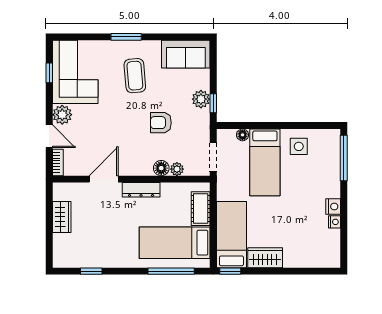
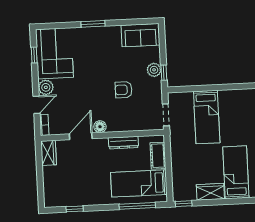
coffee table: (135, 76) -> (101, 54), removed
floor lamp: (243, 135) -> (188, 96), removed
door: (49, 136) -> (36, 105), hinge flipped
side table: (299, 146) -> (233, 103), removed
floor lamp: (161, 168) -> (100, 127), moved
plant: (177, 169) -> (138, 126), removed
dresser: (141, 190) -> (123, 143), moved
wardrobe: (62, 217) -> (49, 153), moved
bed: (231, 235) -> (236, 172), moved

